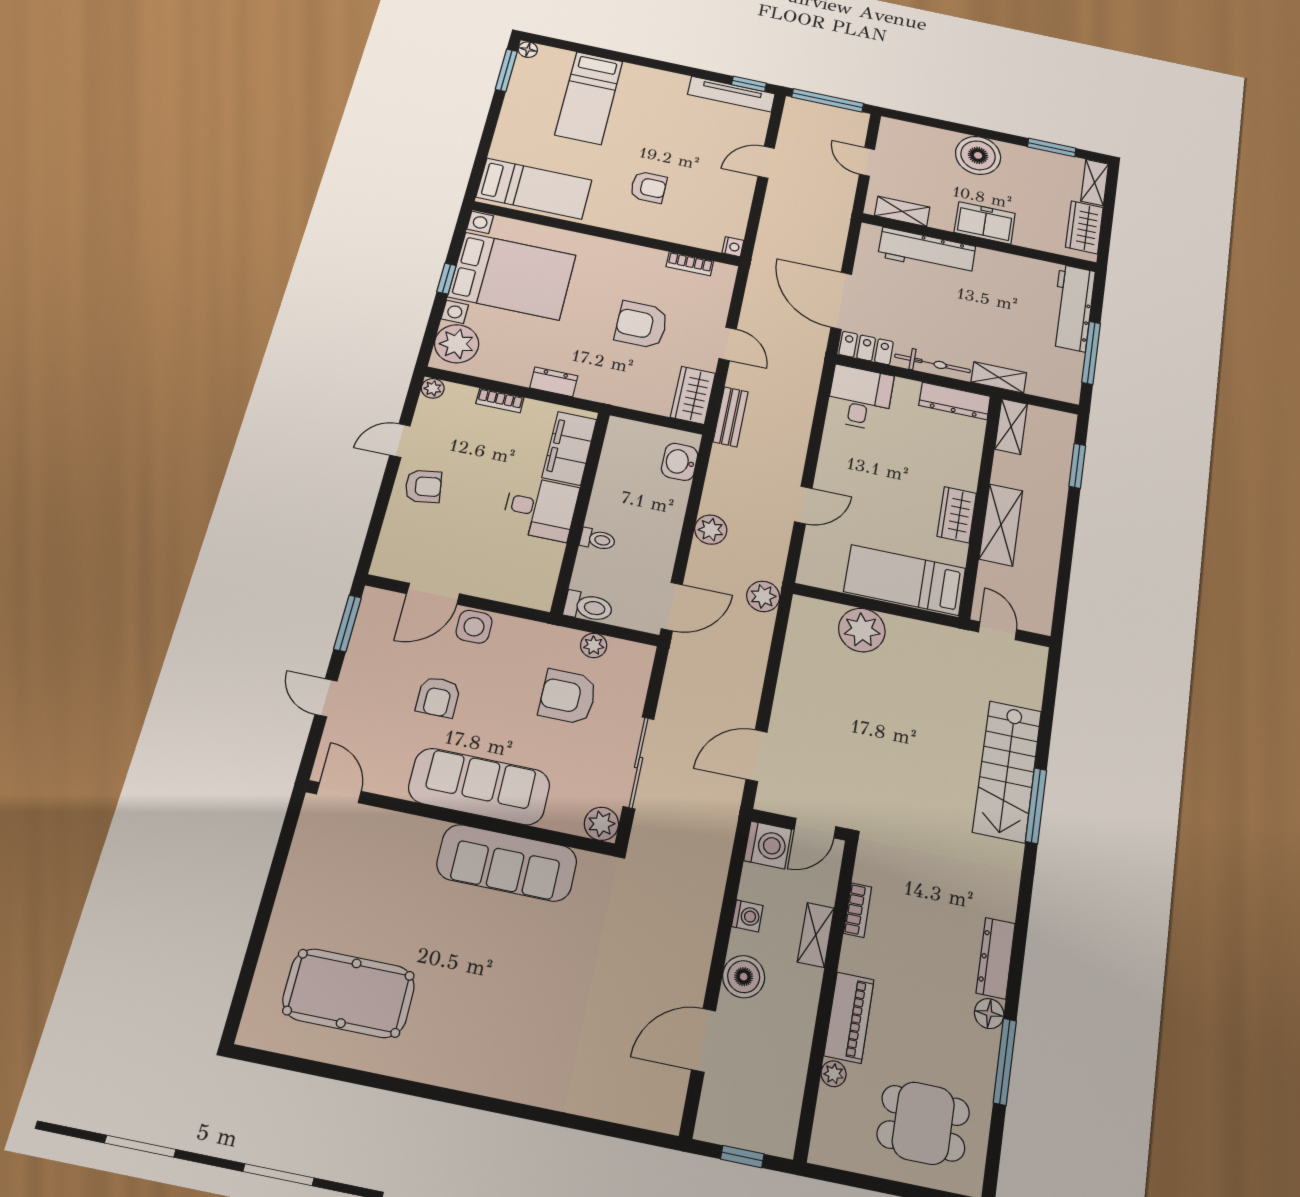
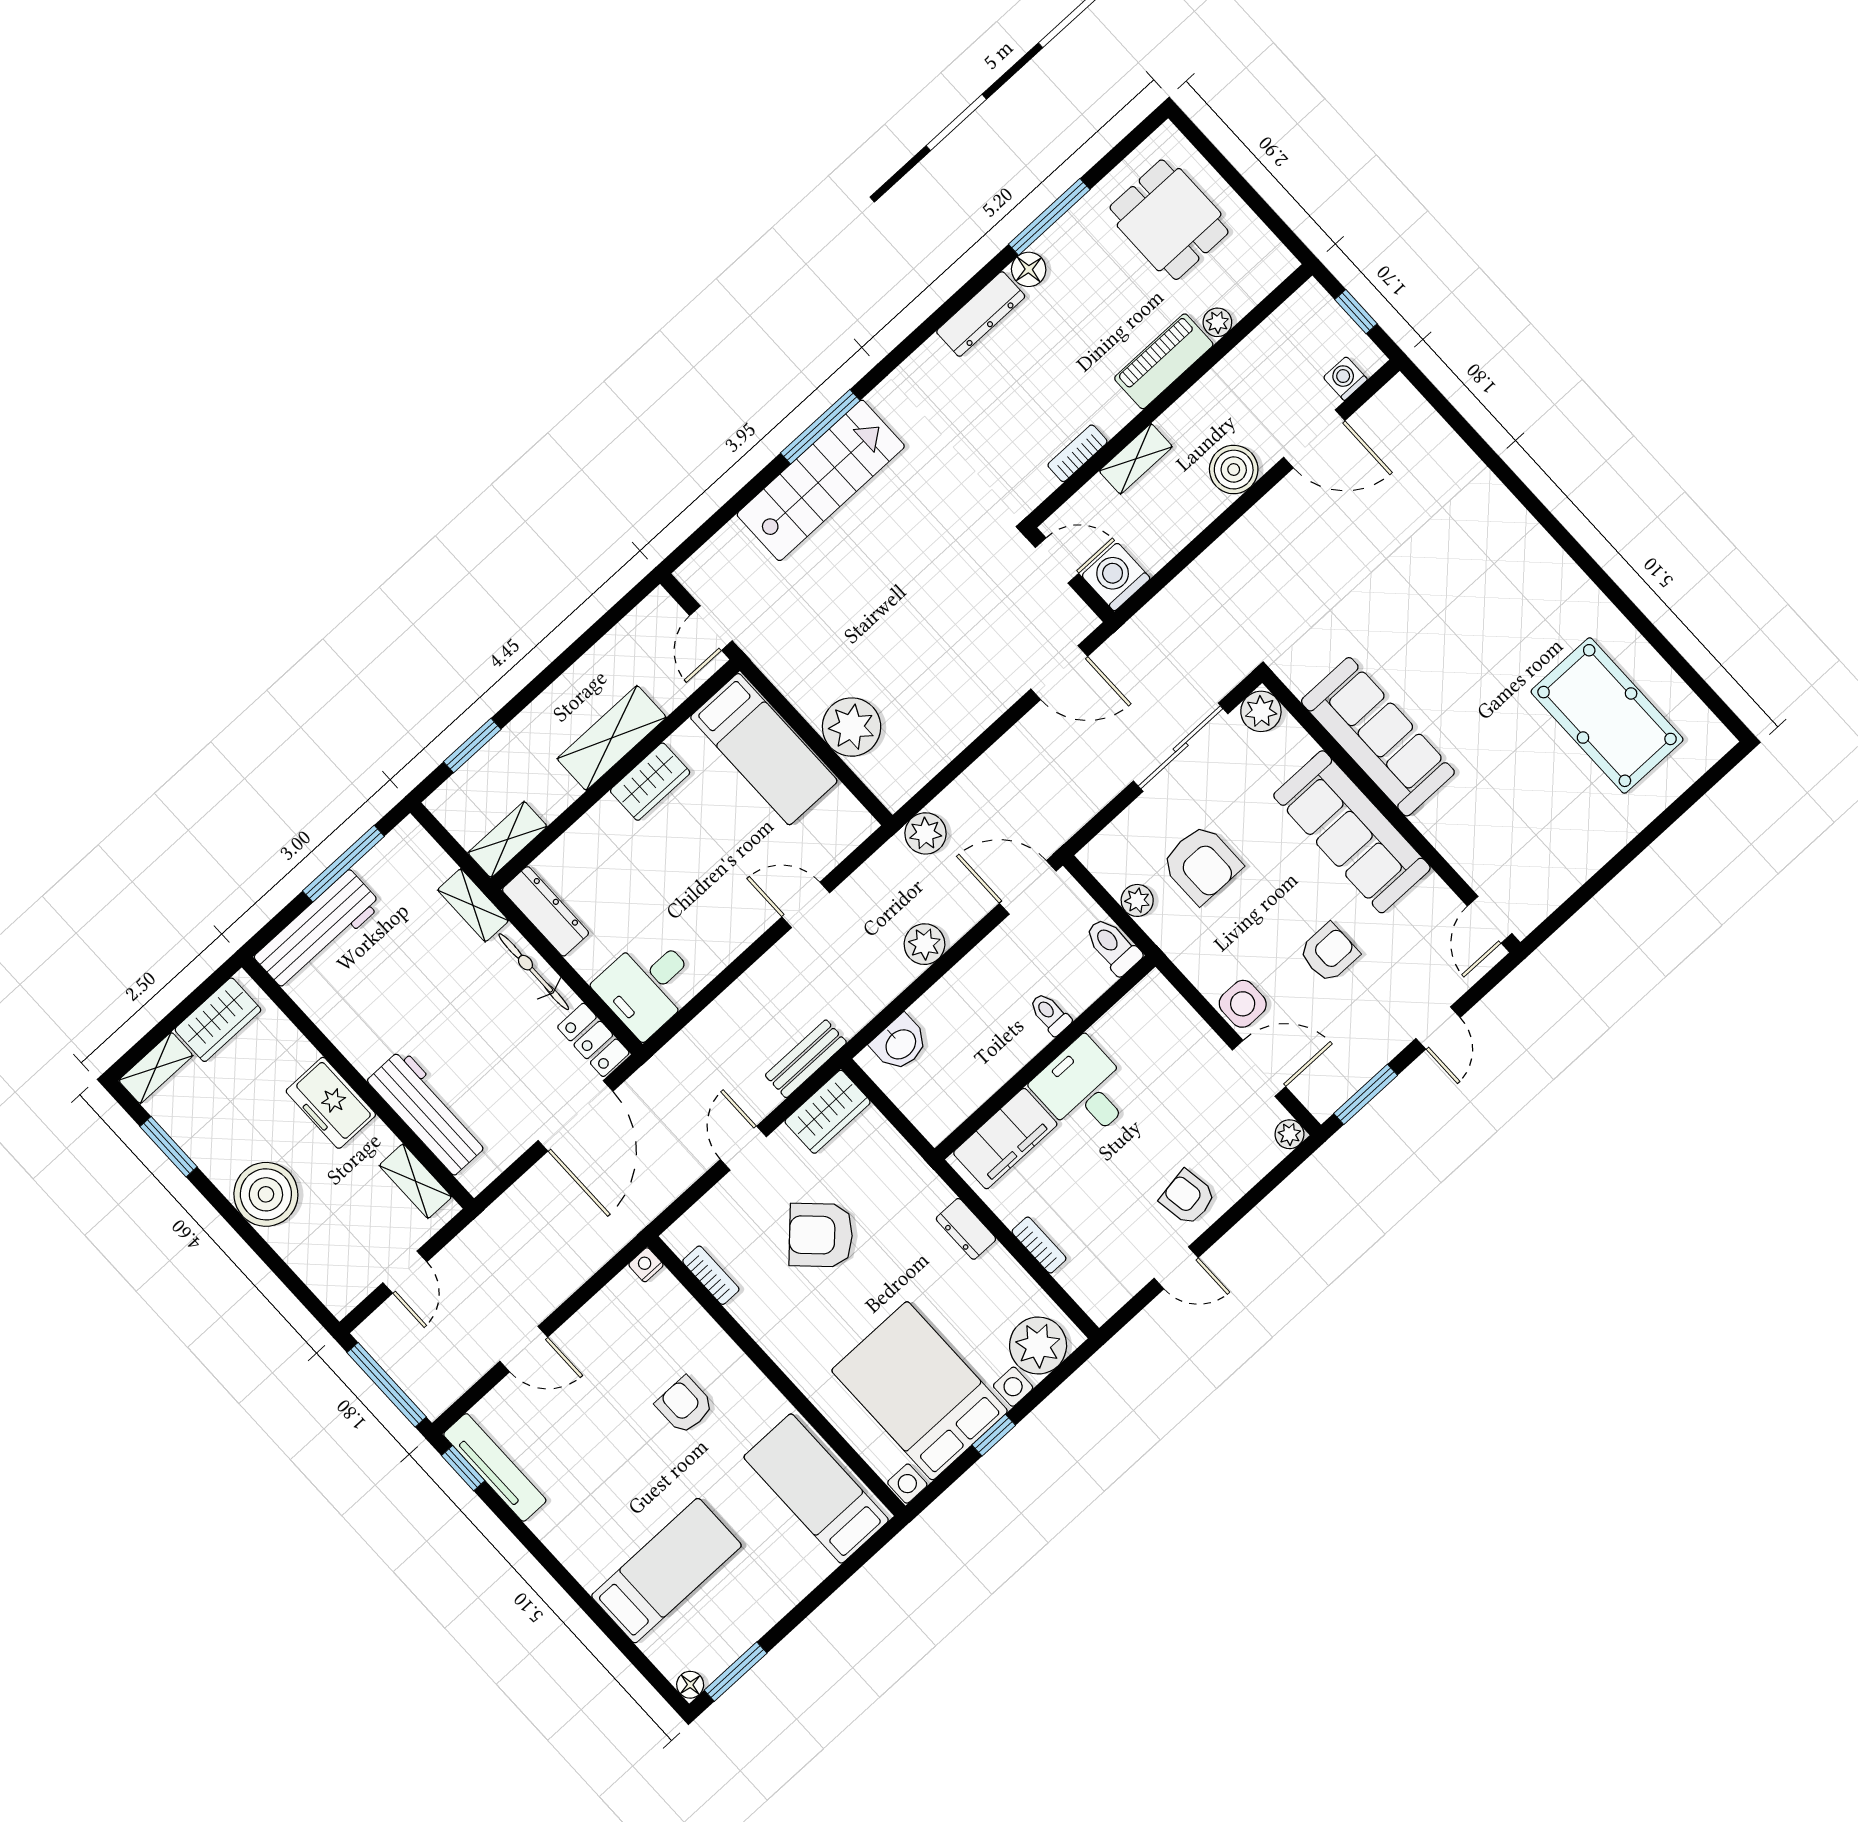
armchair: (641, 325) -> (821, 1235), turned 134
plant: (433, 388) -> (1289, 1134), moved
washing machine: (747, 916) -> (1345, 378), moved

